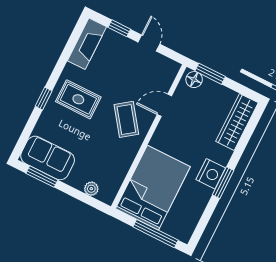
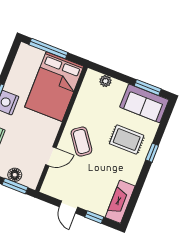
floor lamp: (194, 80) -> (15, 175), moved
rug: (78, 99) -> (127, 140), moved

